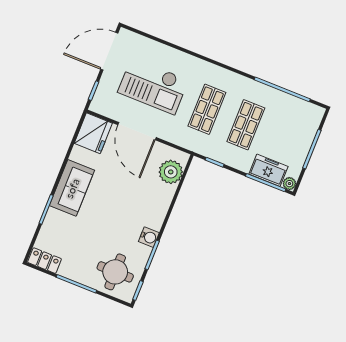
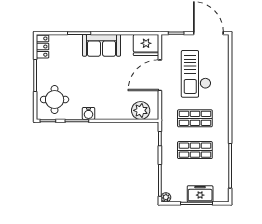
freezer: (268, 170) -> (200, 194), moved, turned -90

